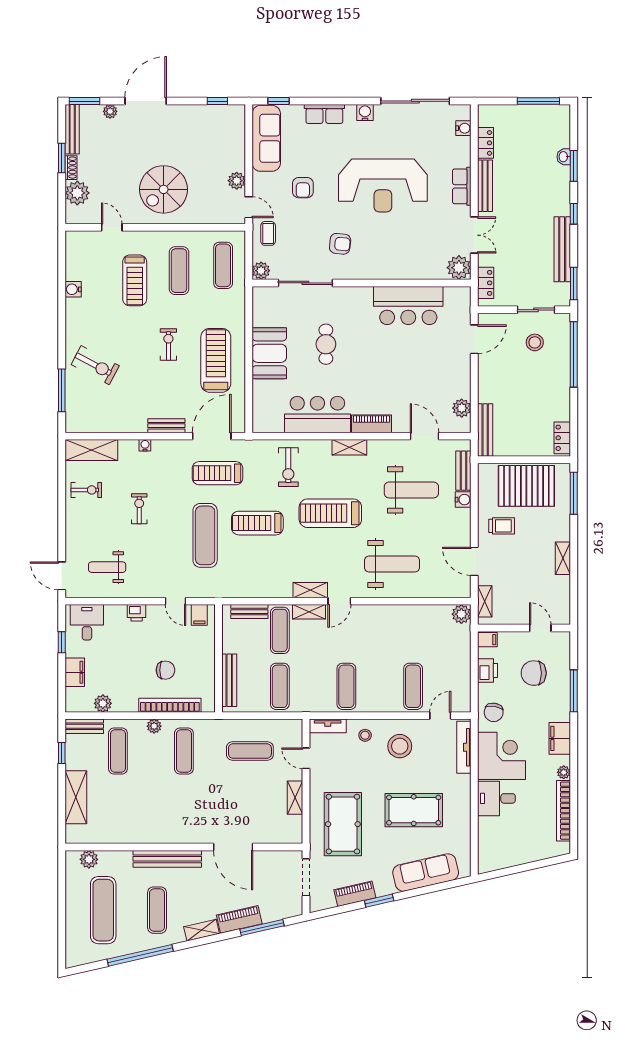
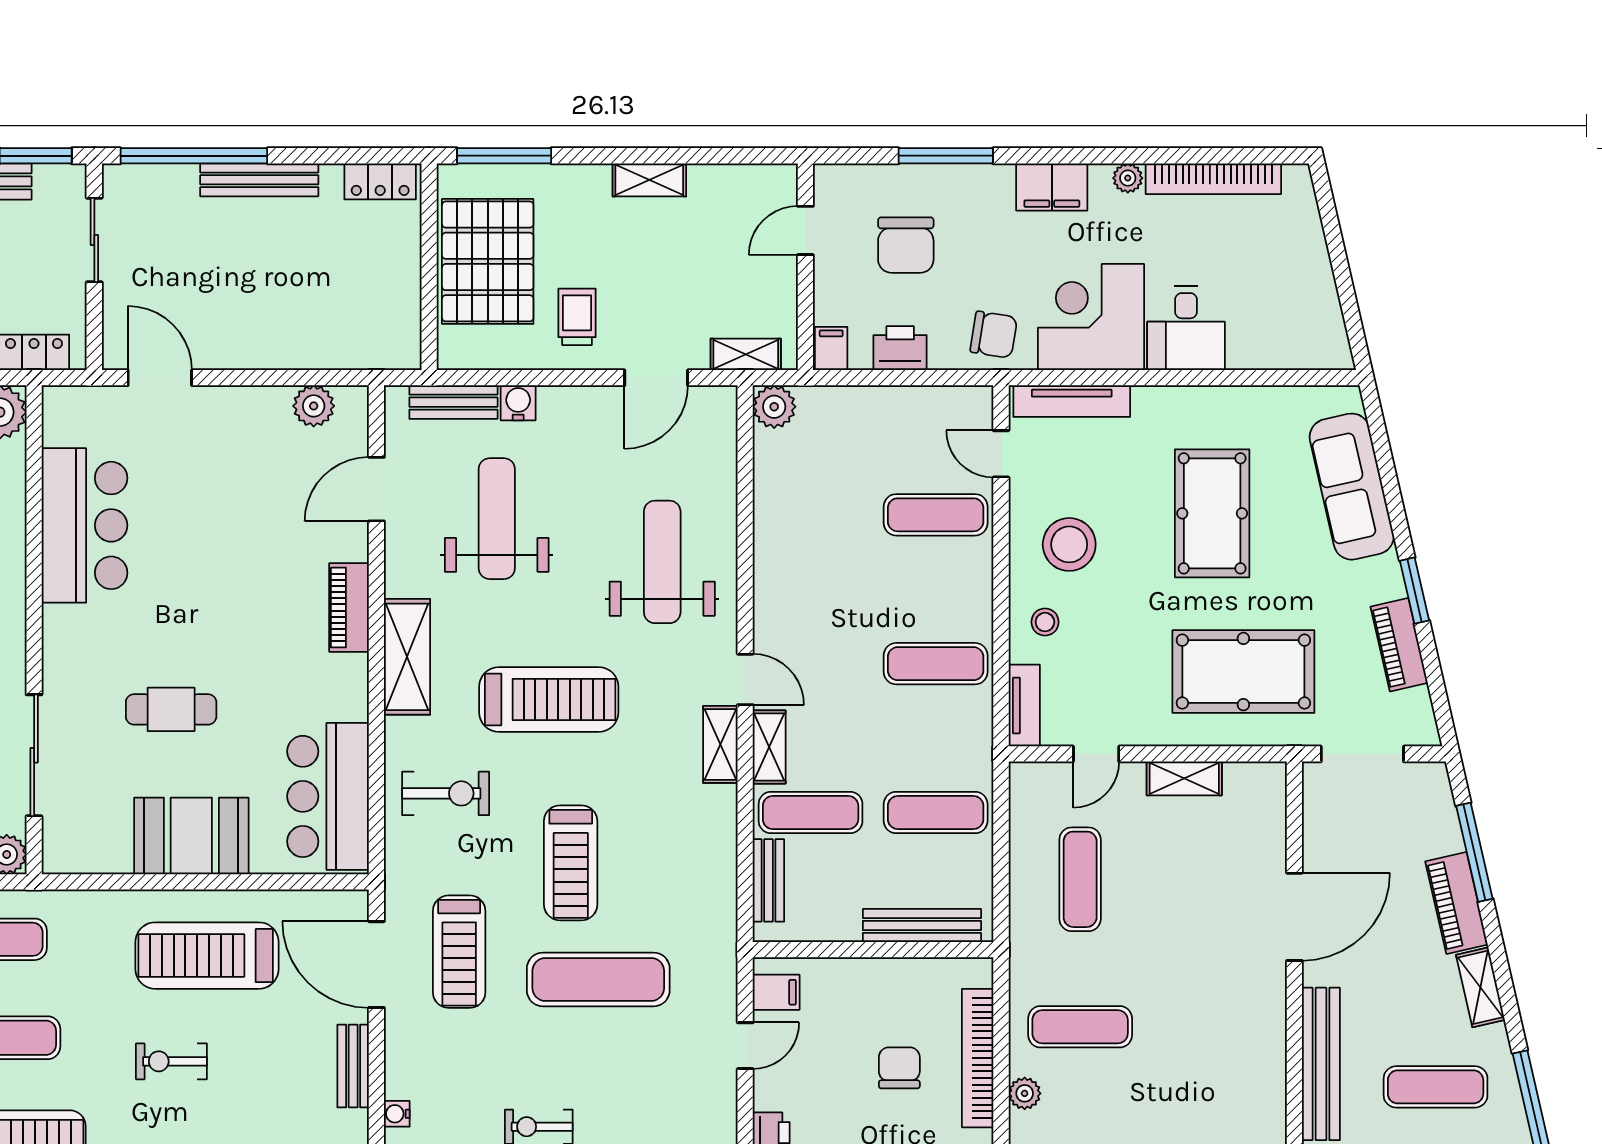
stool: (535, 342) -> (167, 243), removed
bar counter: (317, 414) -> (328, 796), moved
bench: (485, 430) -> (259, 180), moved
shelving: (349, 447) -> (407, 657), width x1.50, depth x1.33
treadmill: (330, 513) -> (549, 700), turned -90

